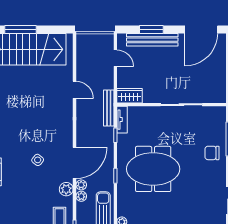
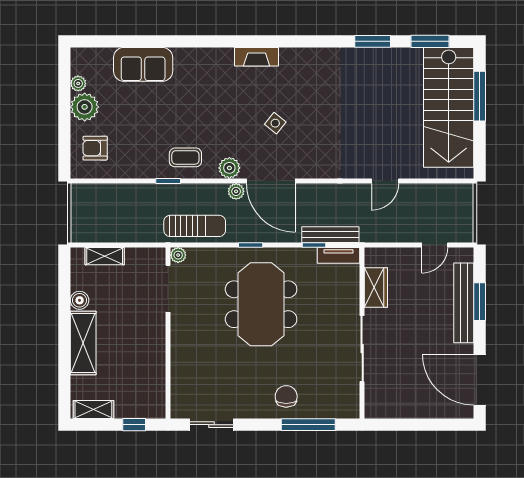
wardrobe: (130, 96) -> (376, 287), moved
bench: (109, 108) -> (330, 235), moved
plant: (81, 196) -> (218, 191), removed

